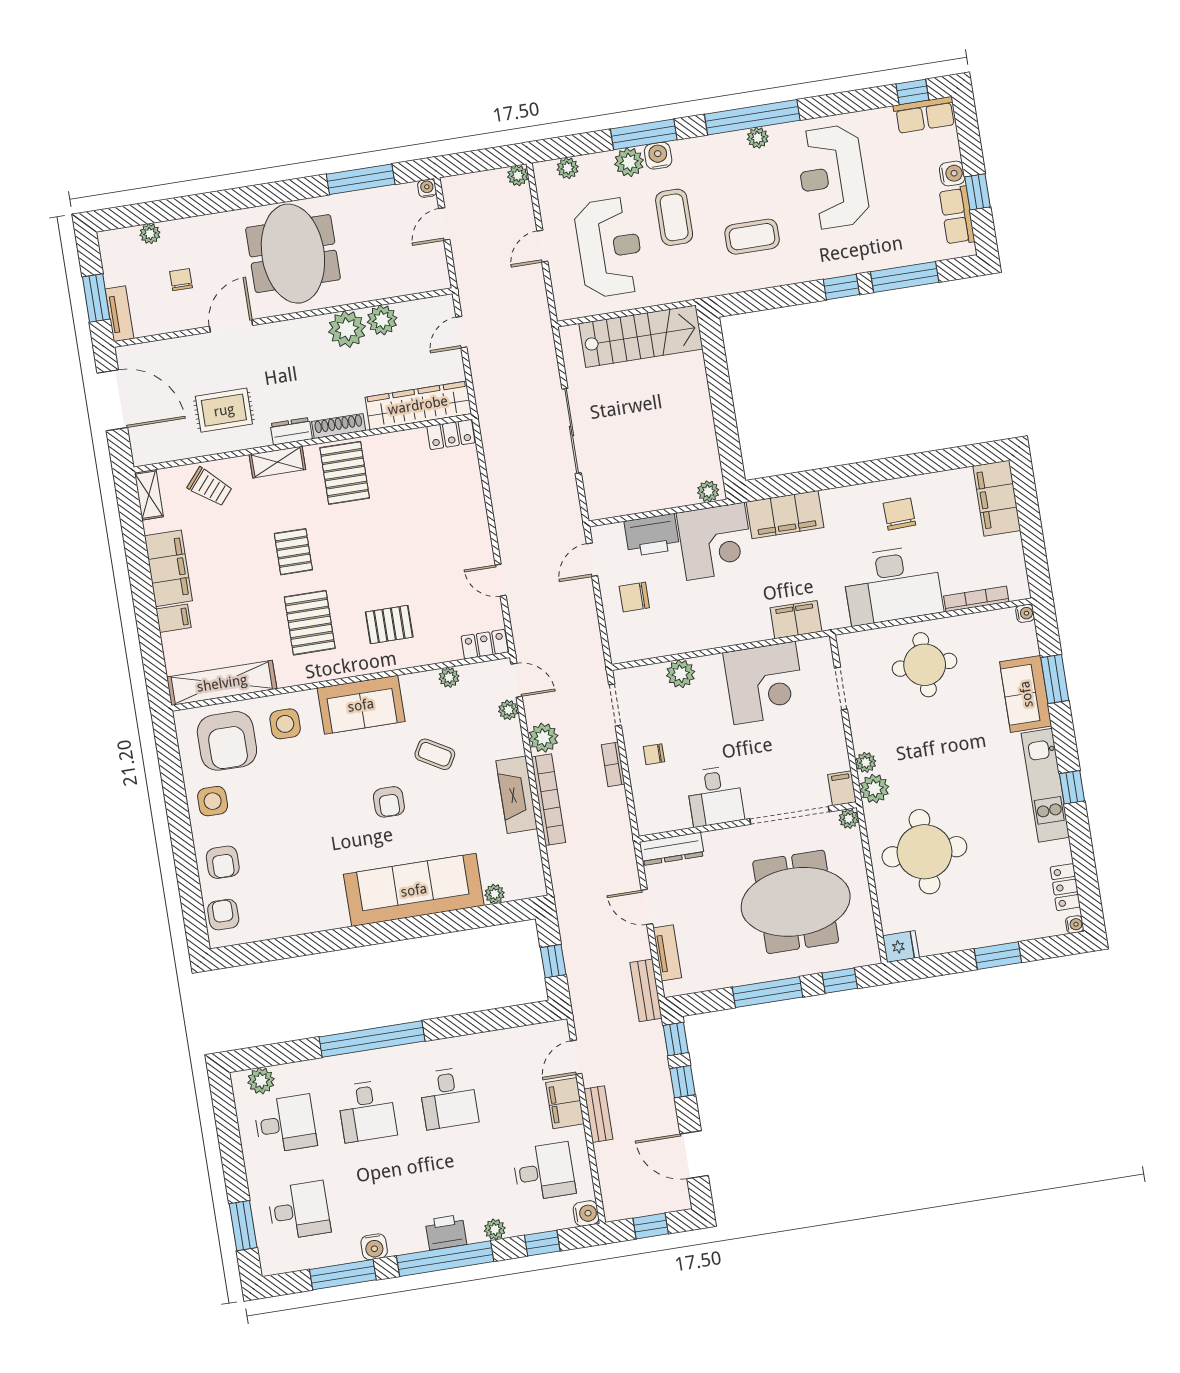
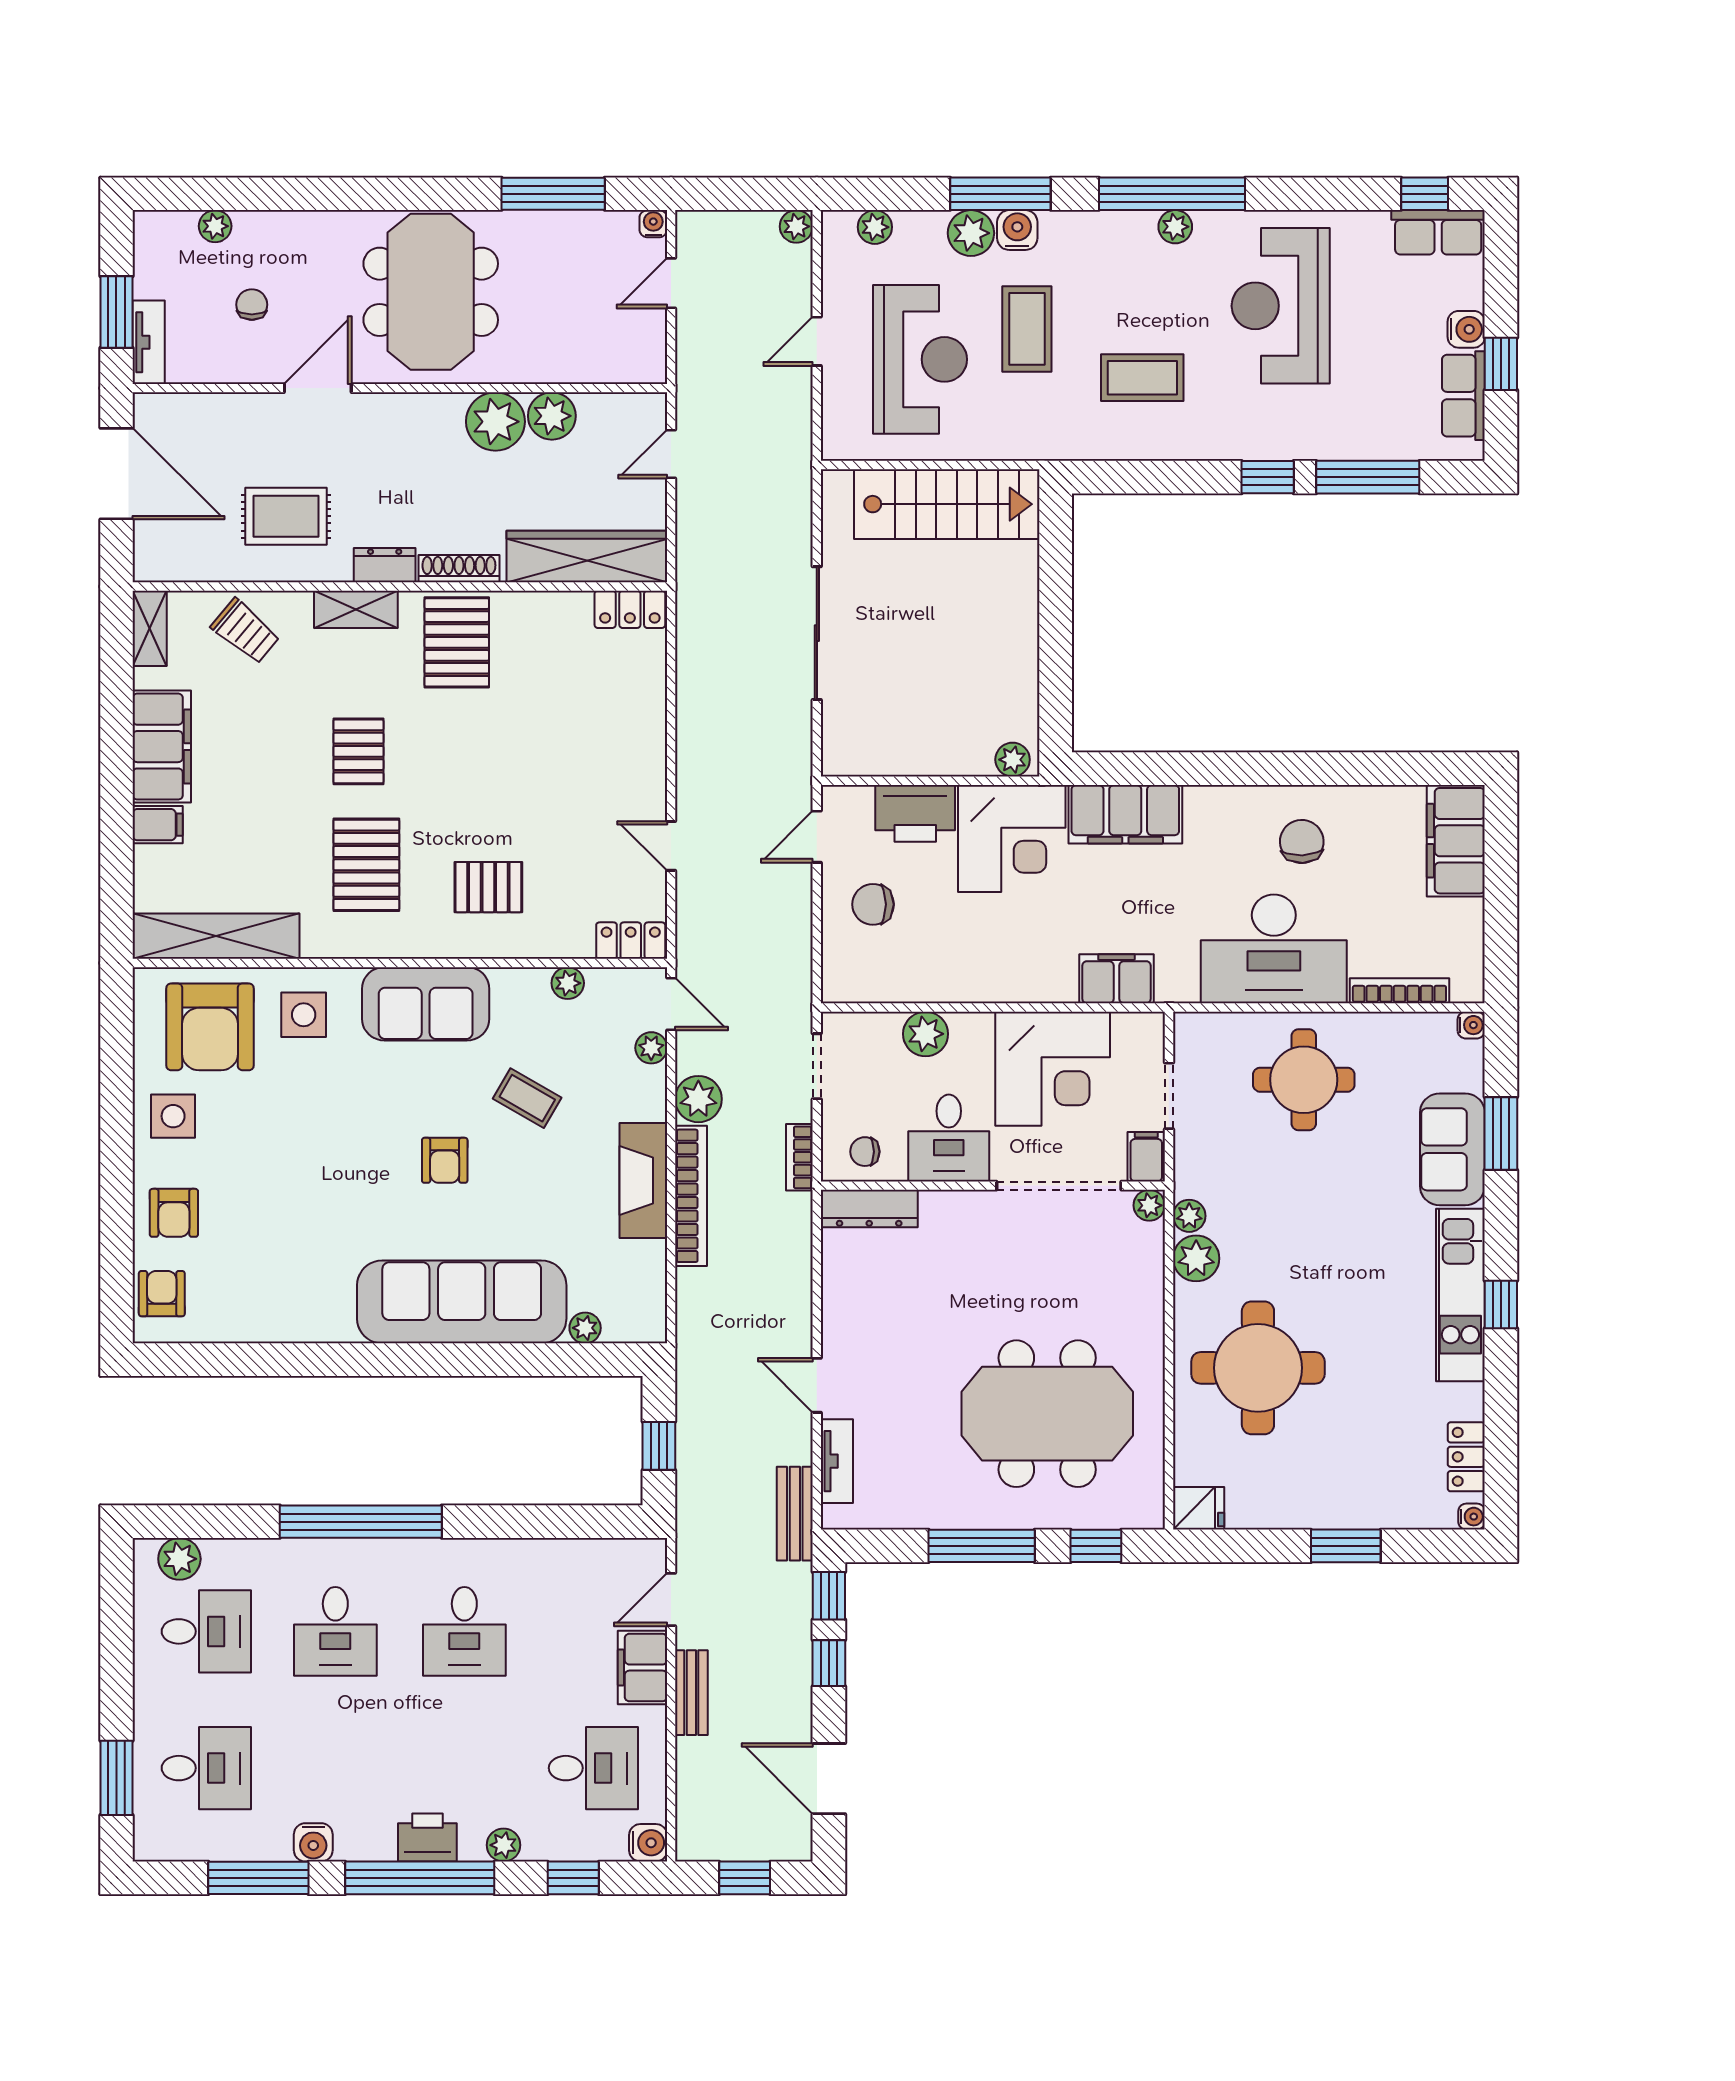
filing cabinet: (842, 788) -> (1146, 1157), moved
desk: (715, 796) -> (949, 1138), moved
doorway: (790, 815) -> (1059, 1186), moved
plant: (849, 819) -> (1149, 1205), moved
wall: (748, 822) -> (993, 1186), moved
dresser: (672, 849) -> (869, 1209), moved

